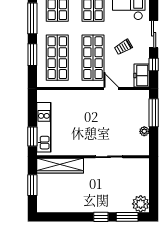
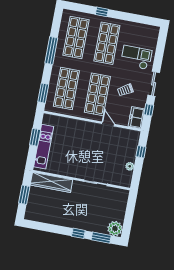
window: (32, 55) -> (43, 93), moved
window: (154, 113) -> (141, 152), width x0.46
window: (32, 136) -> (35, 137), moved

